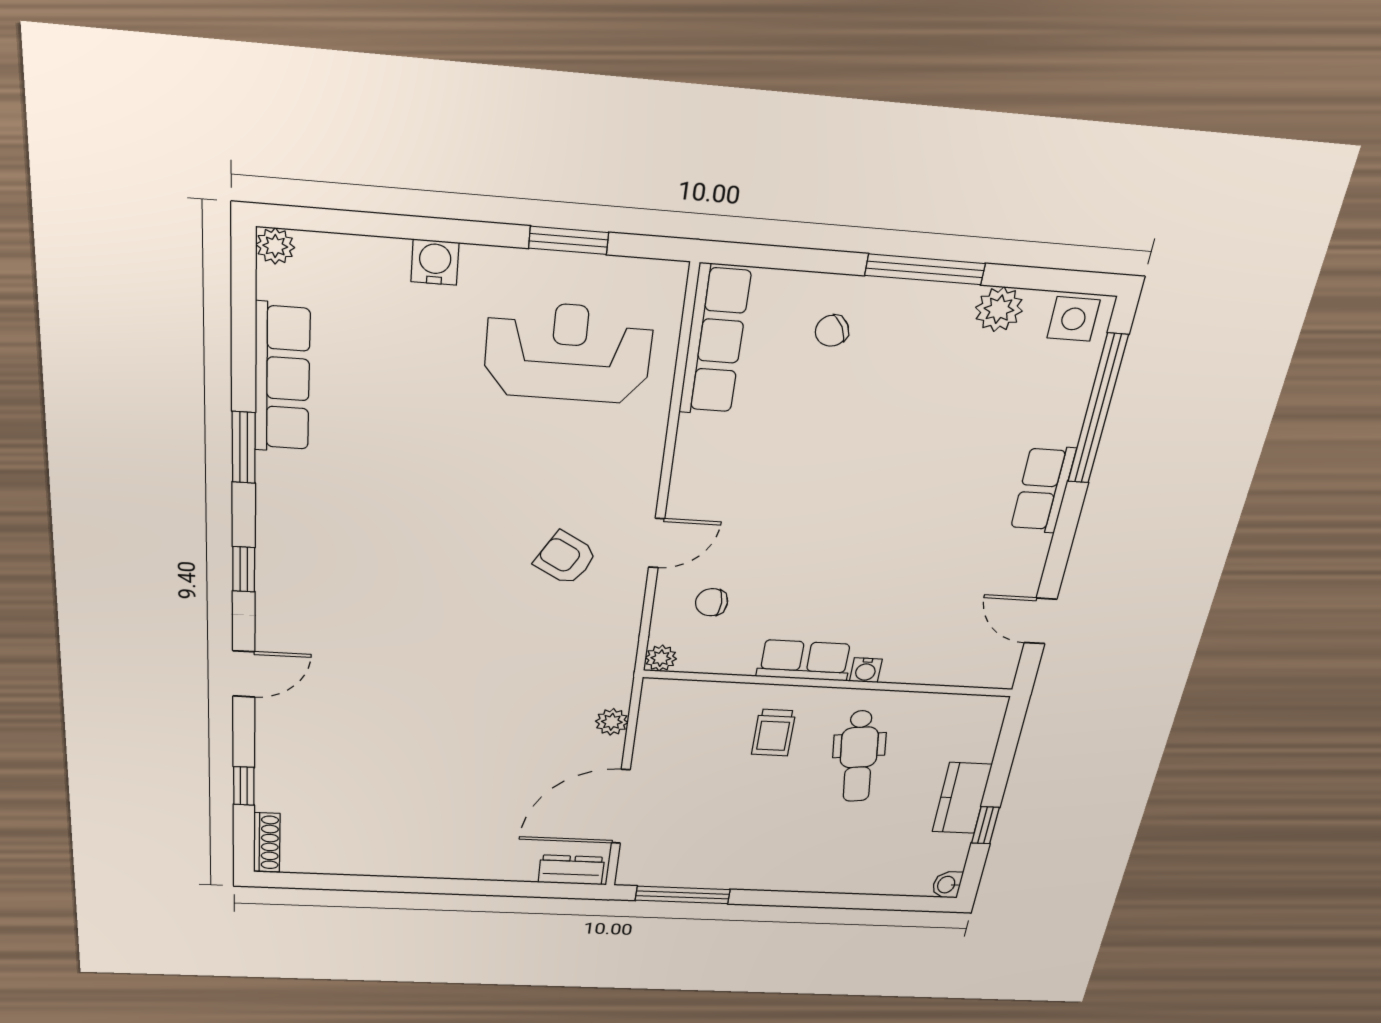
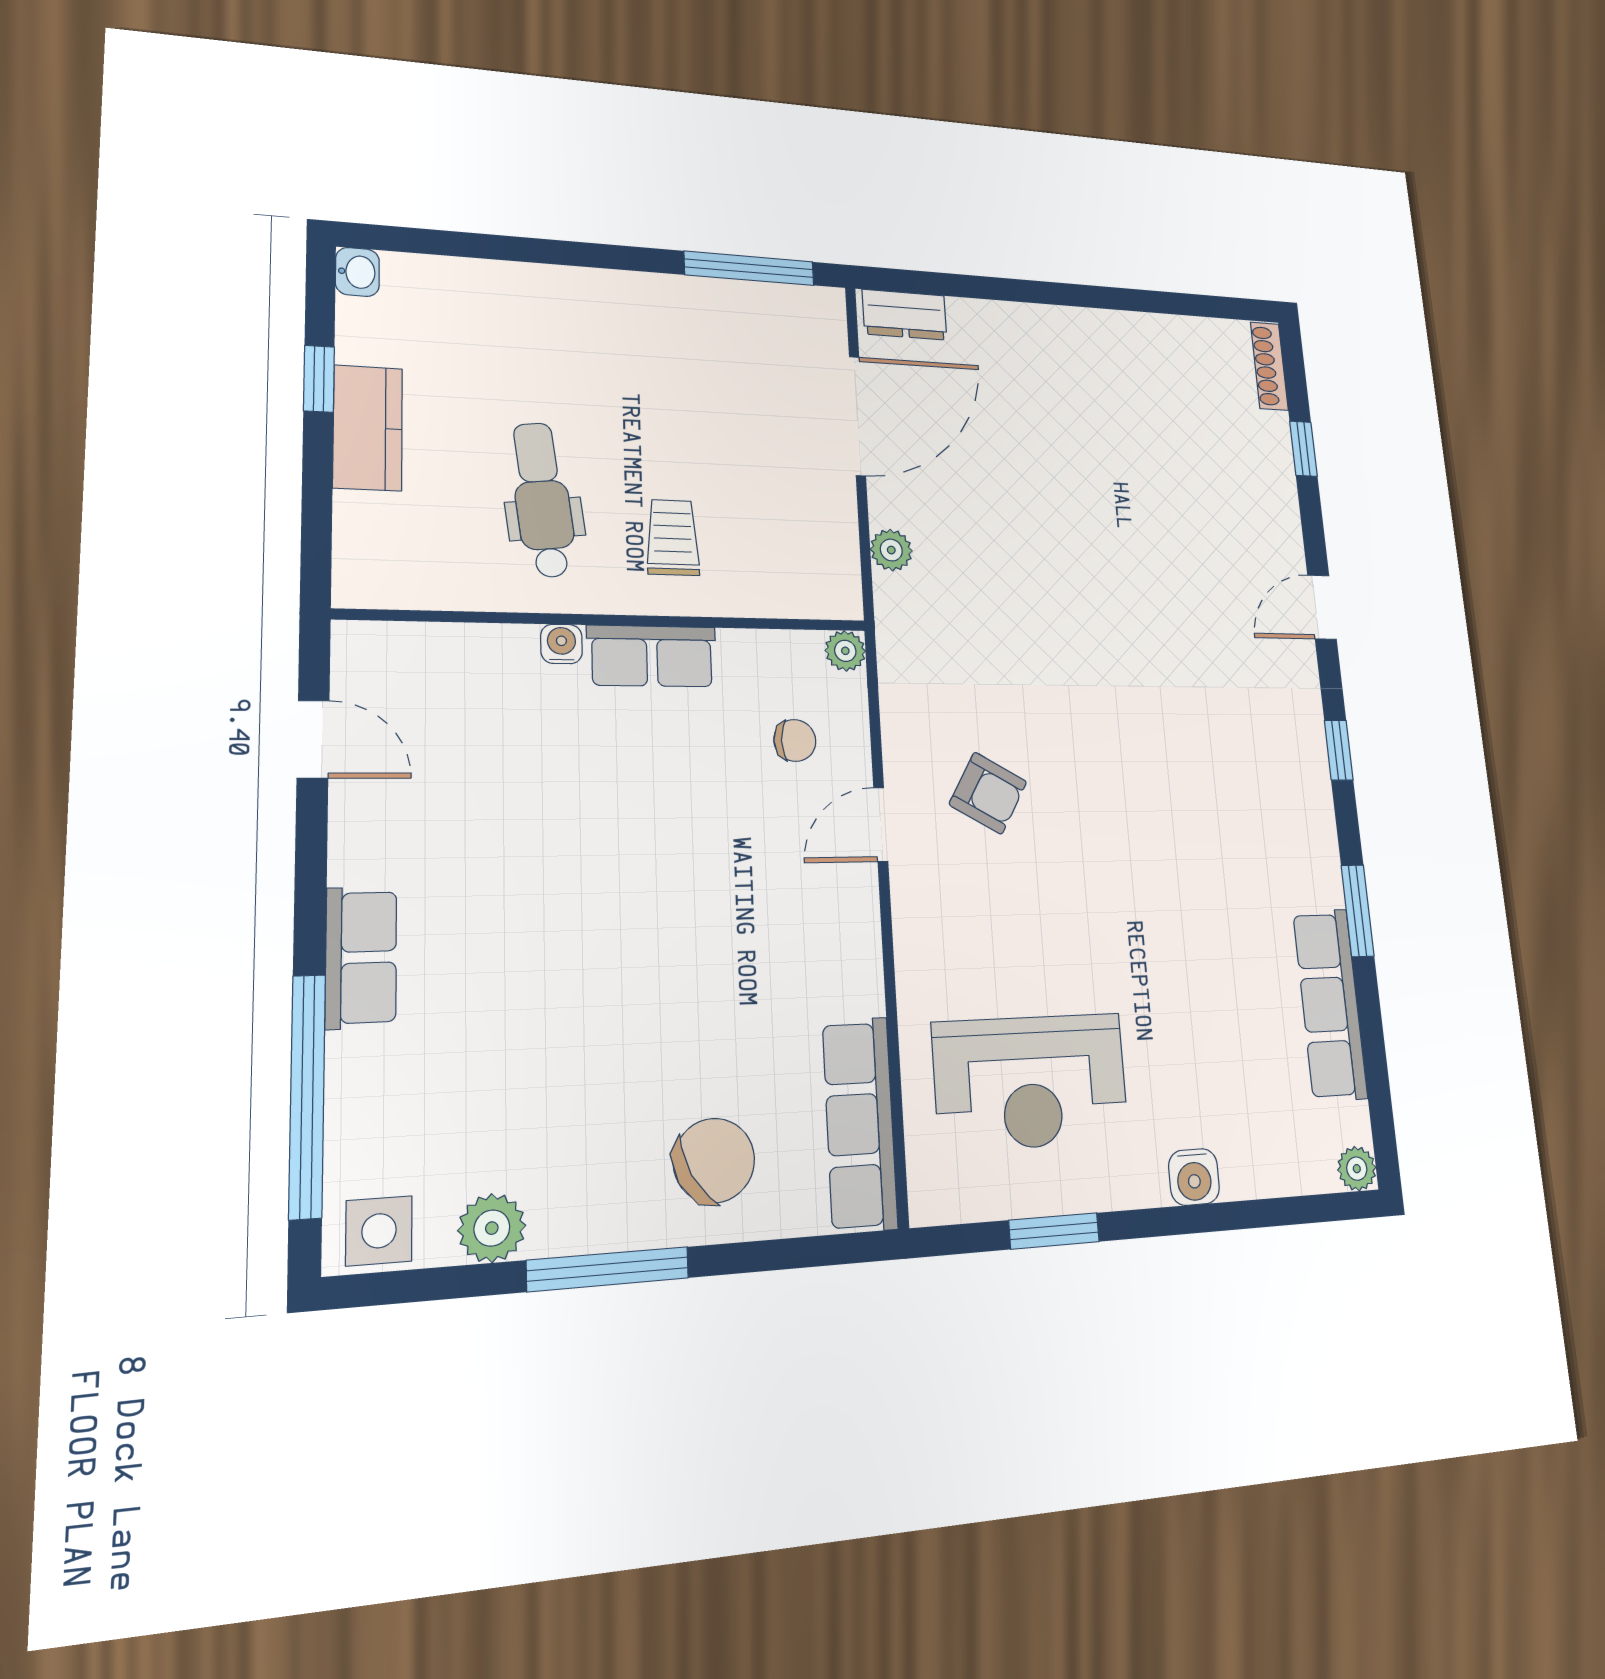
chair: (832, 331) -> (714, 1161), width x1.87, depth x1.87

